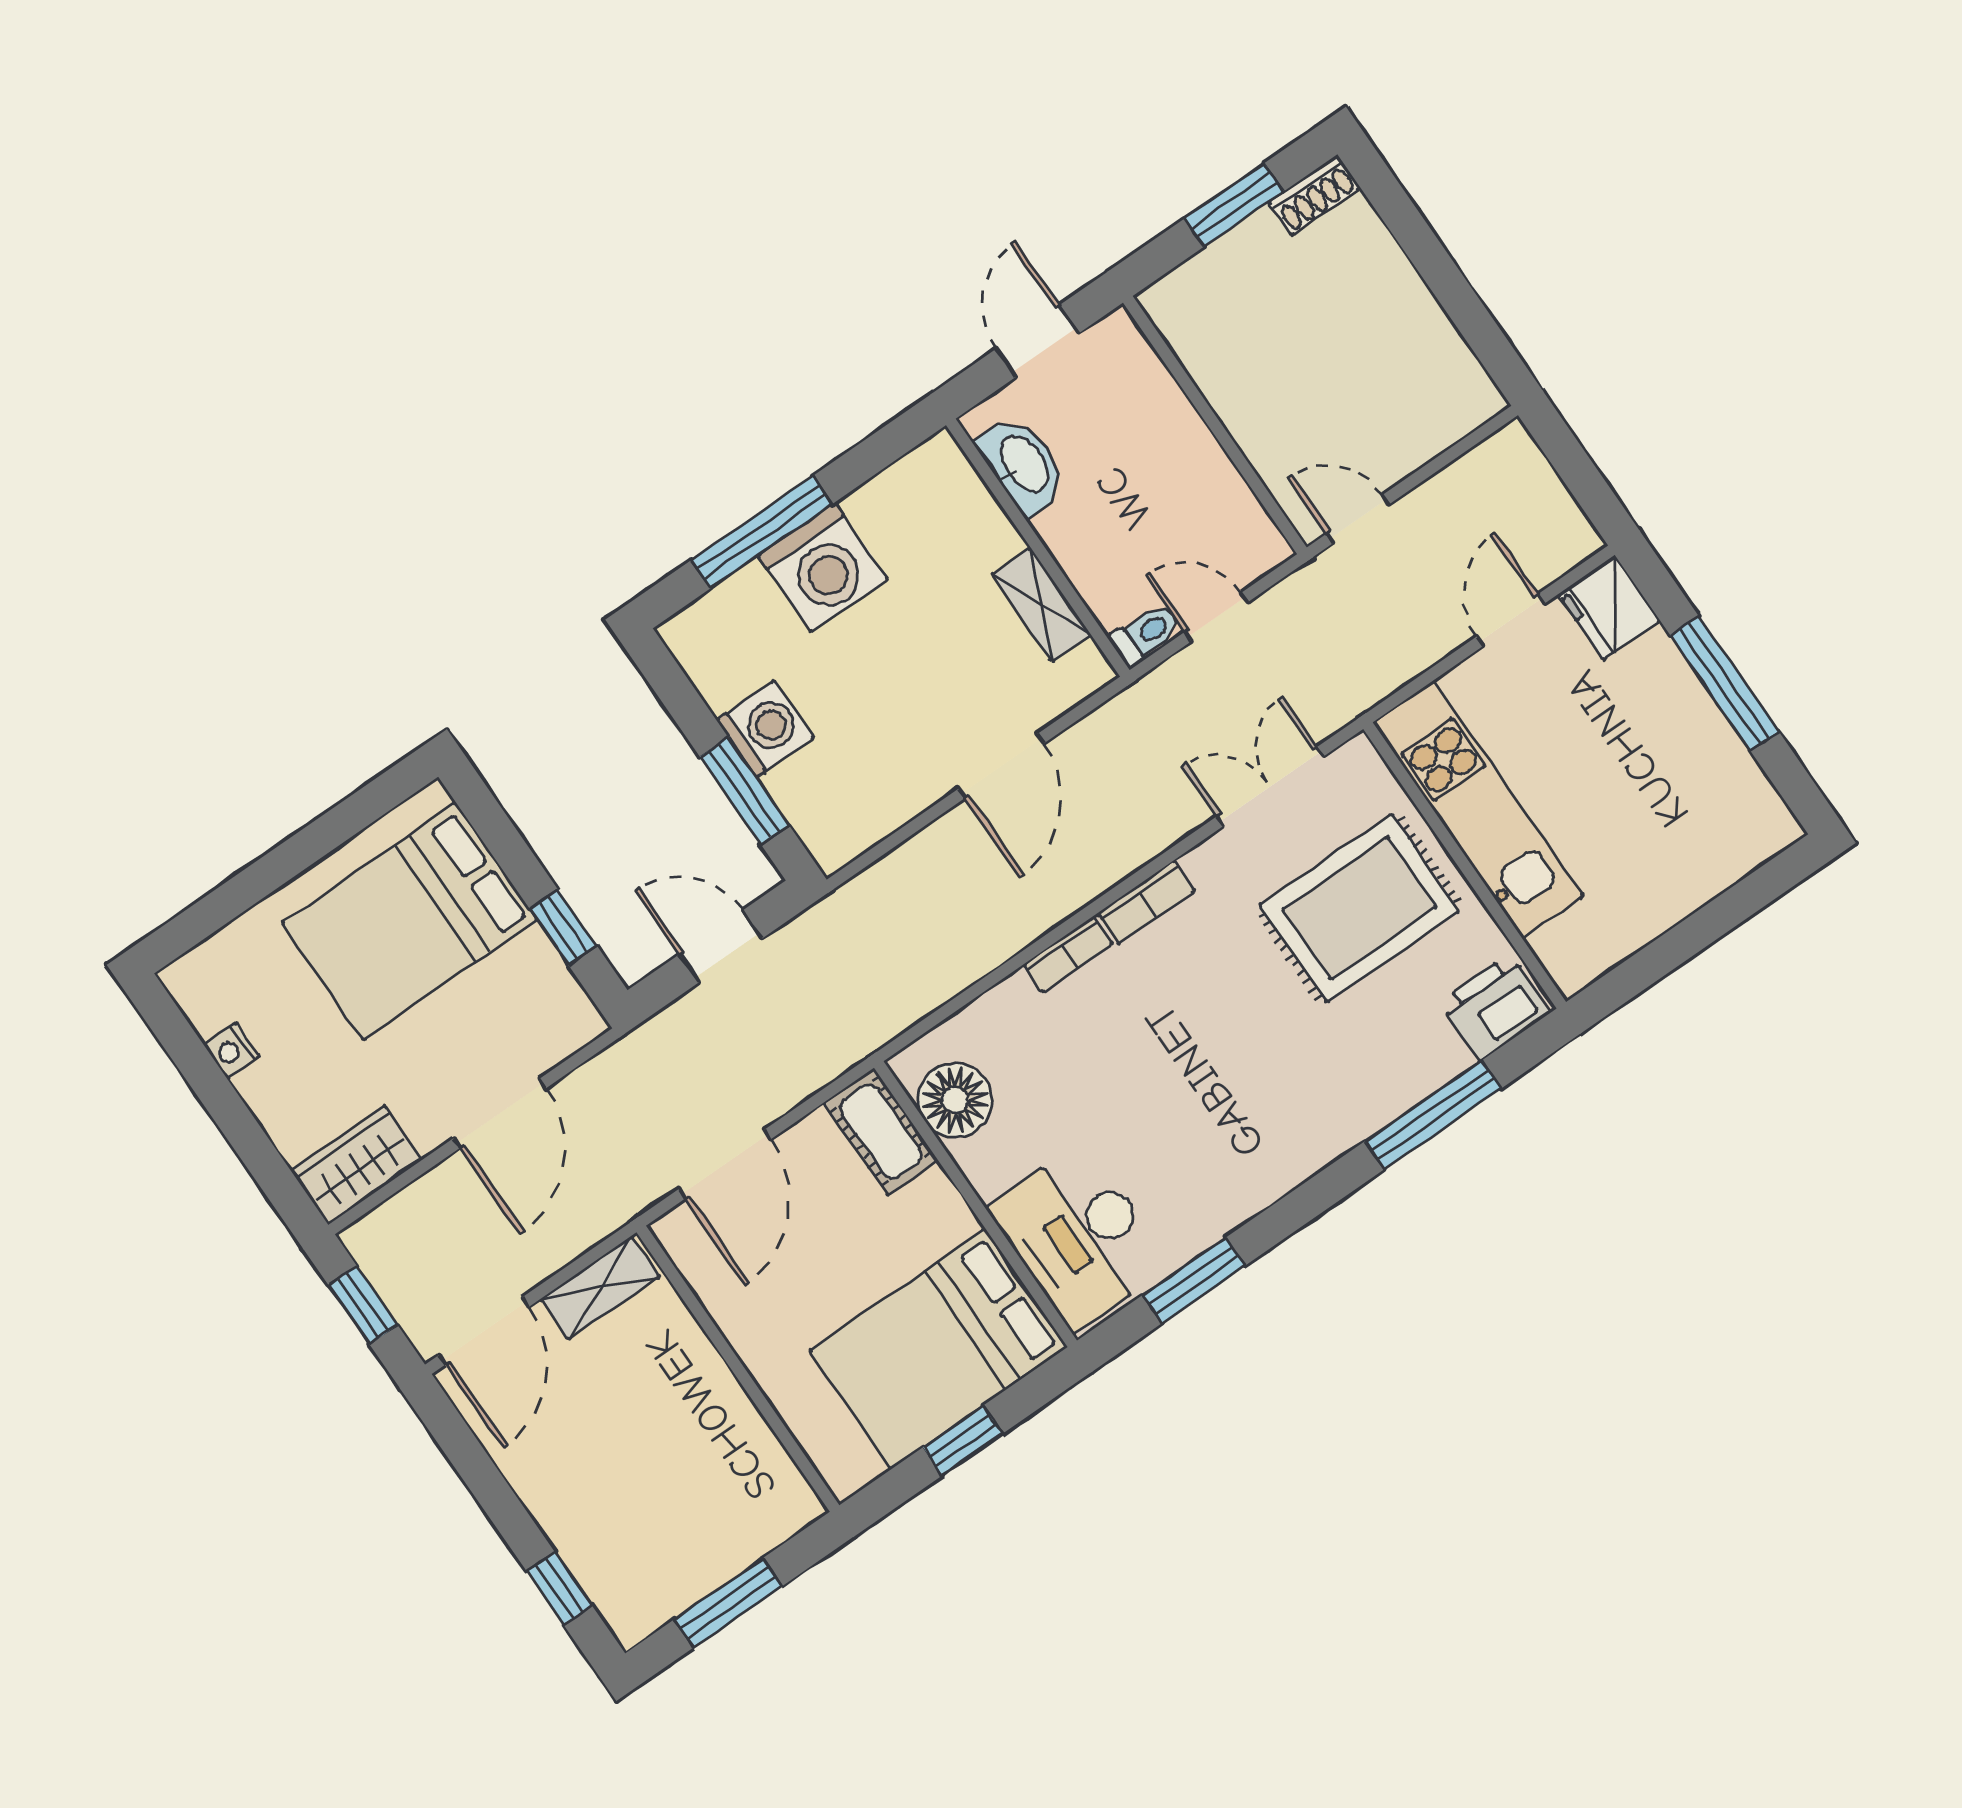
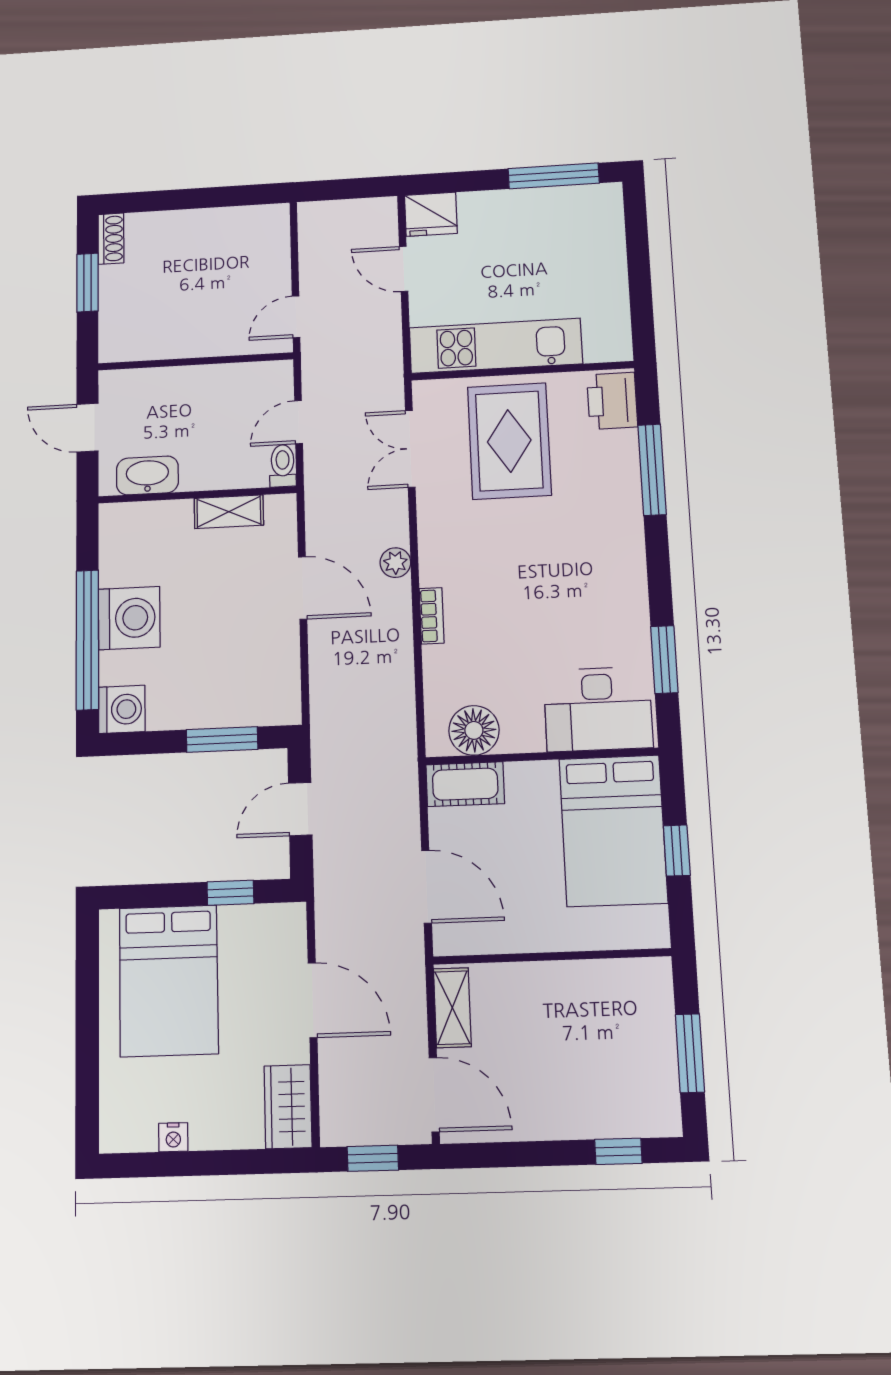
window: (761, 532) -> (87, 640), width x1.46
window: (1724, 683) -> (554, 176), moved
washing machine: (765, 729) -> (122, 709), moved, turned 90
plant: (1108, 864) -> (395, 563), added
bookcase: (1146, 902) -> (430, 555), removed

